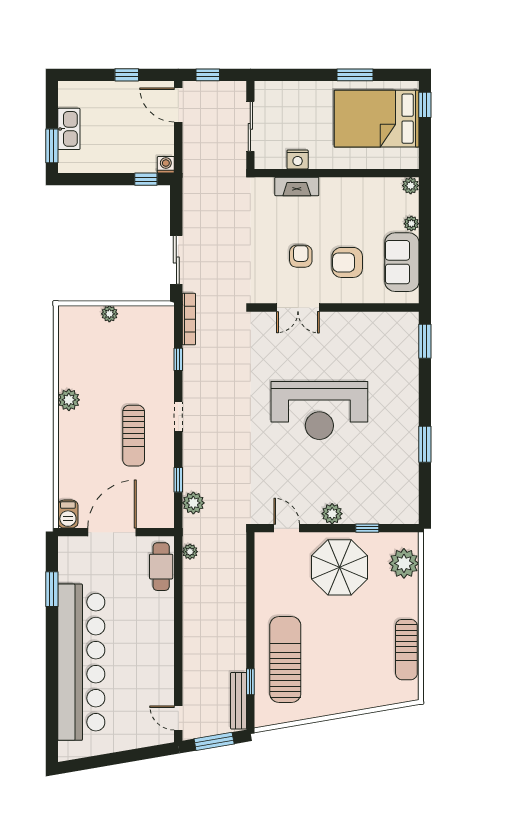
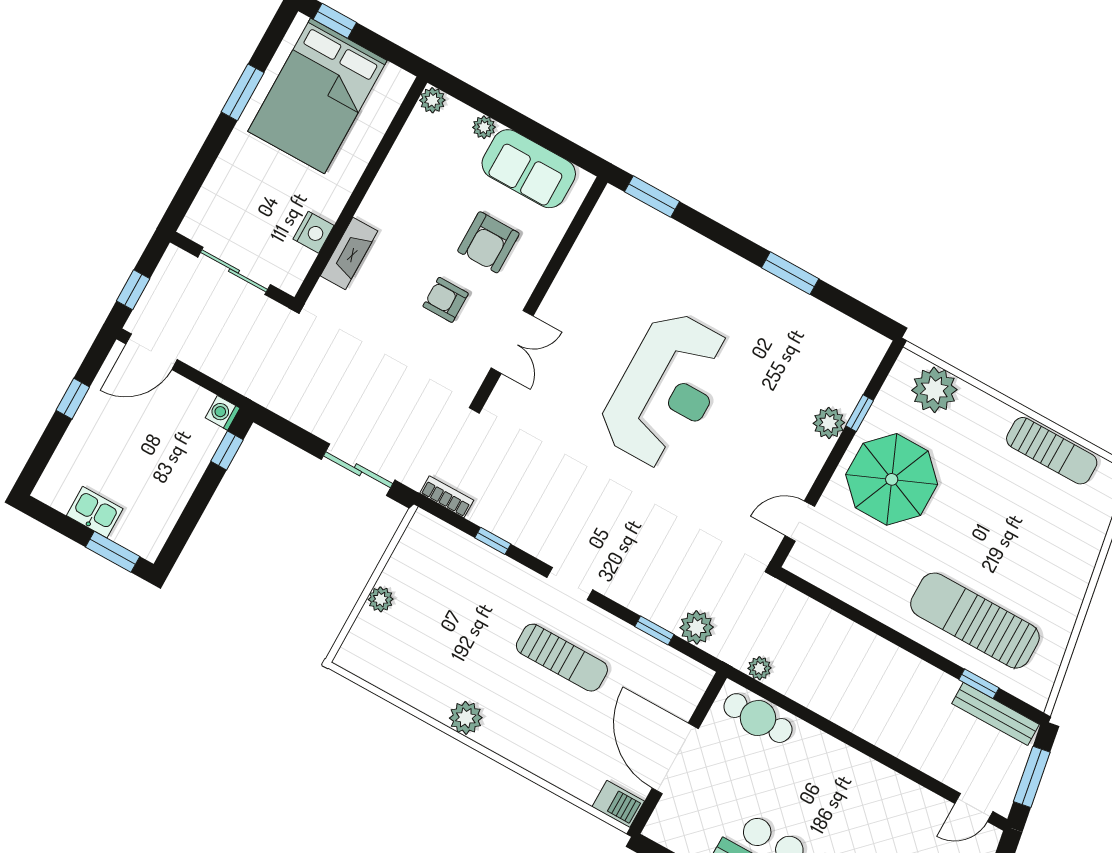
kitchen sink: (69, 129) -> (95, 512), width x0.73
bookcase: (189, 319) -> (447, 497), width x0.64
plant: (332, 514) -> (829, 423), moved

